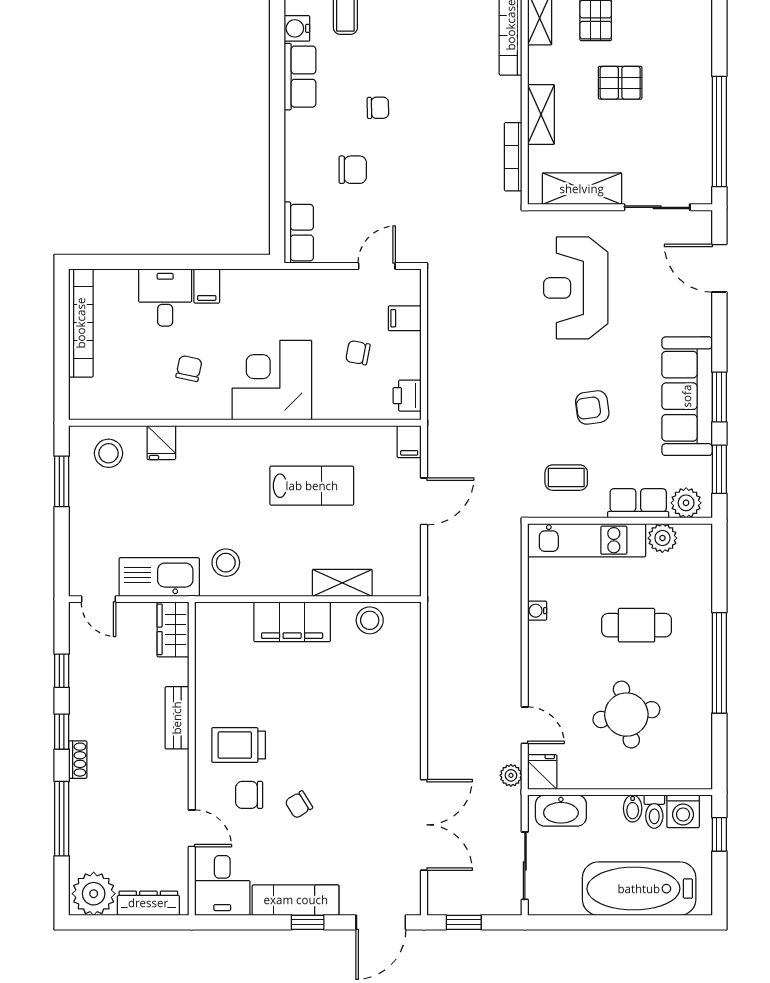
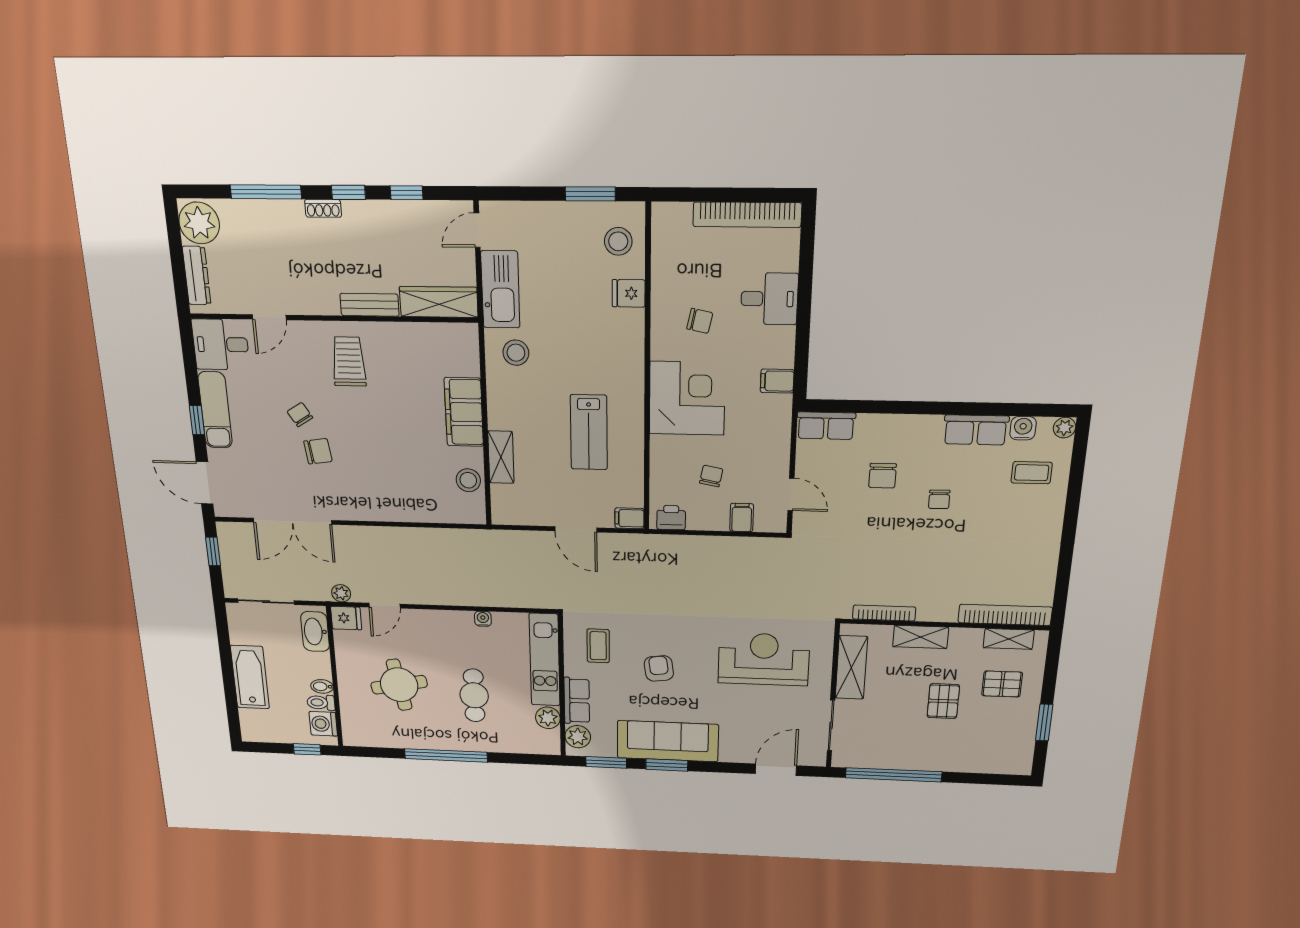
filing cabinet: (207, 286) -> (777, 381), moved
wardrobe: (173, 629) -> (439, 302), width x1.50
chair: (249, 795) -> (318, 451), moved, turned 82
bathtub: (639, 889) -> (250, 677), width x0.73, depth x0.73

